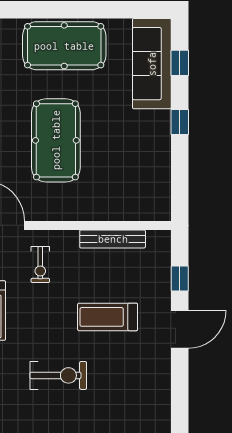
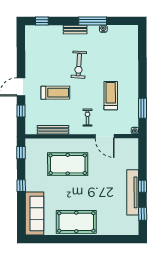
window: (180, 63) -> (21, 153), moved
pool table: (56, 140) -> (68, 164), moved, turned 90
exercise bike: (58, 375) -> (79, 65), turned -86

